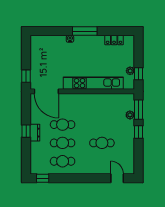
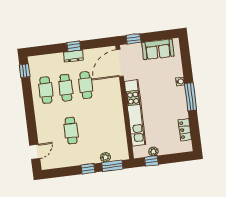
sofa: (38, 55) -> (158, 49), added

